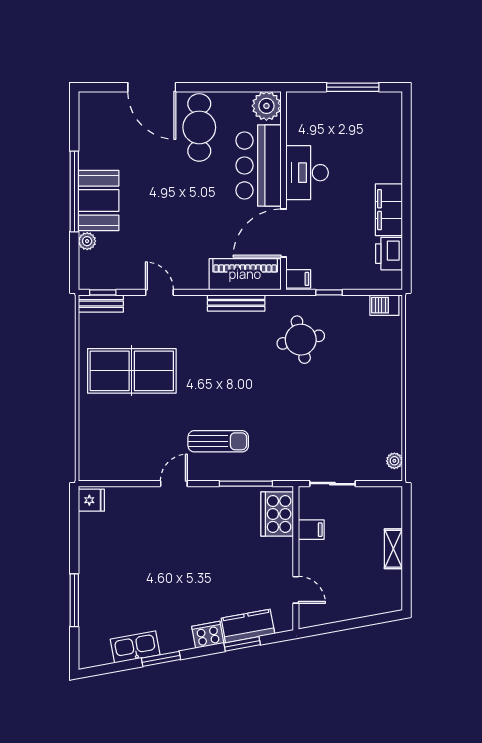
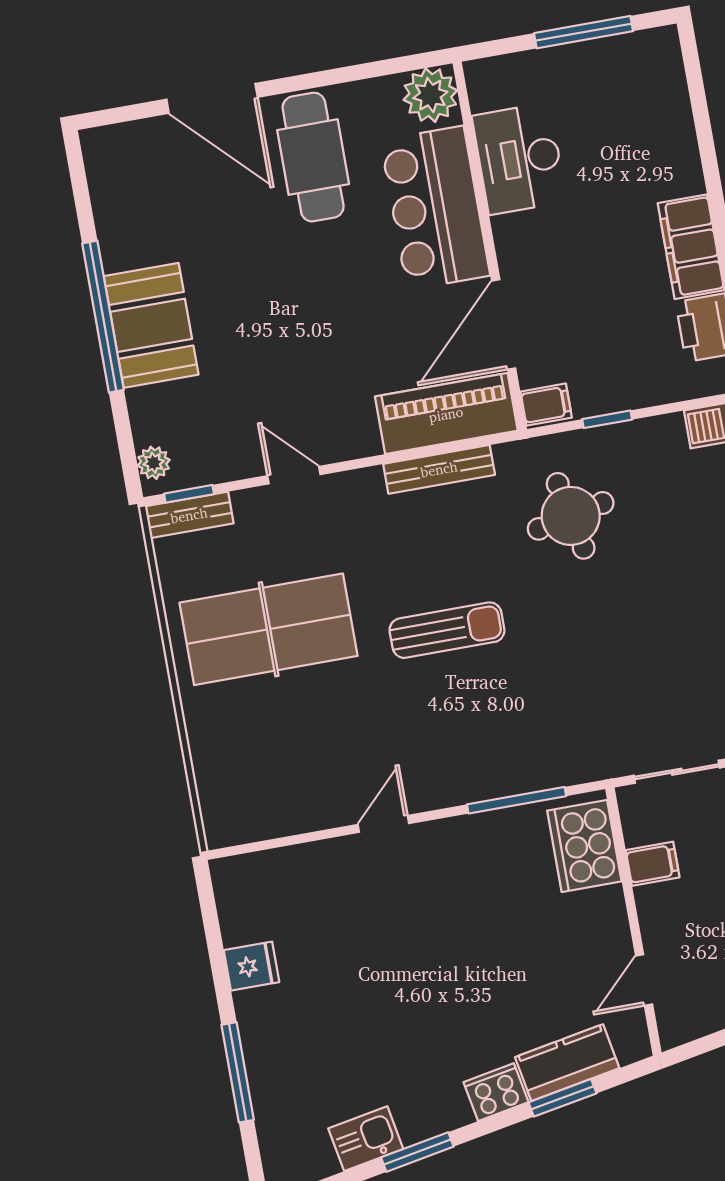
desk: (307, 173) -> (519, 159), moved
plant: (87, 241) -> (154, 463), moved
sun lounger: (218, 441) -> (447, 630), moved
fridge: (91, 500) -> (252, 966), moved
door: (296, 590) -> (644, 980), swing flipped
kitchen sink: (135, 647) -> (366, 1139), width x0.73

